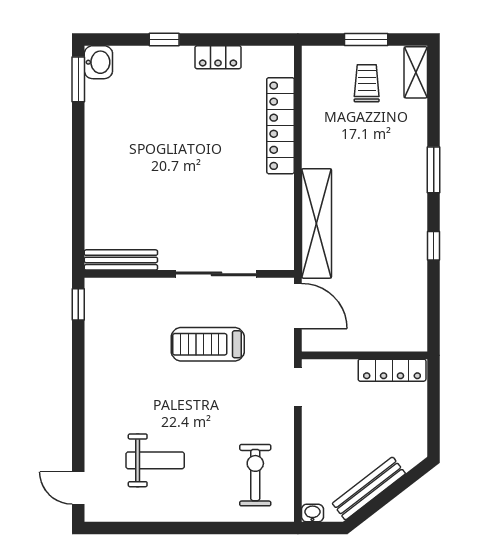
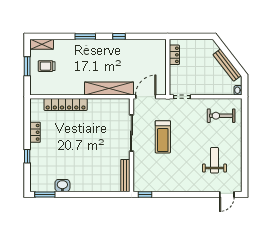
washbasin: (98, 62) -> (62, 186), moved
locker: (392, 370) -> (174, 55), width x0.66

